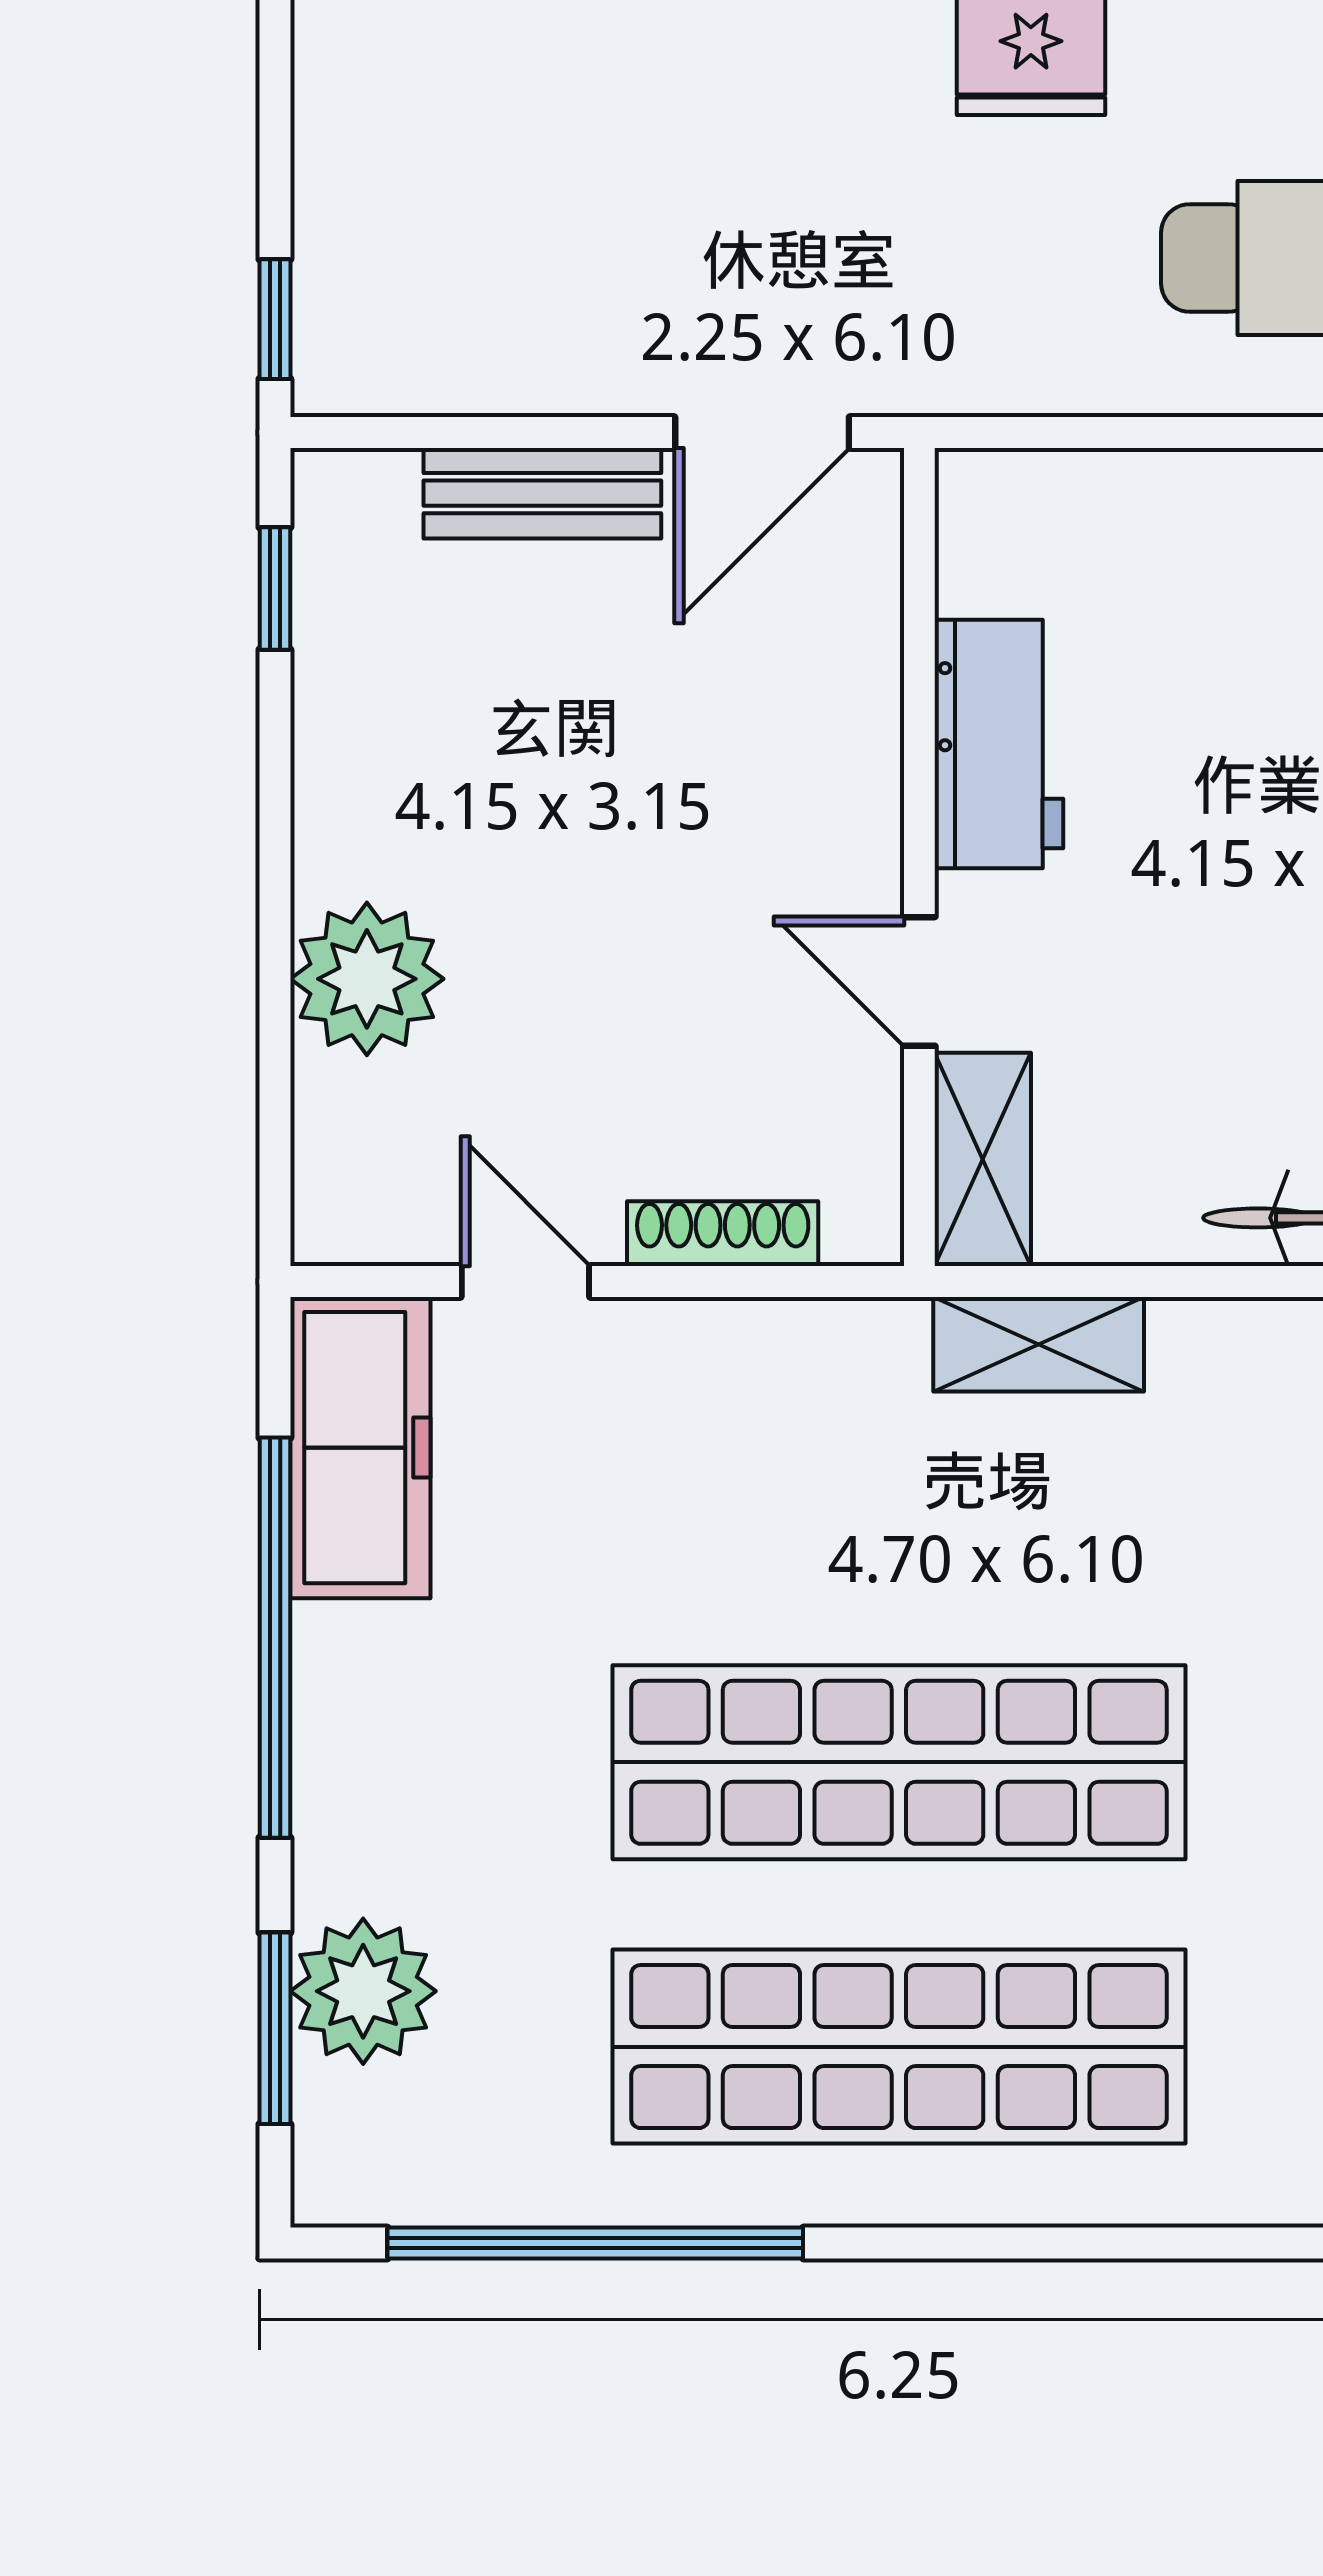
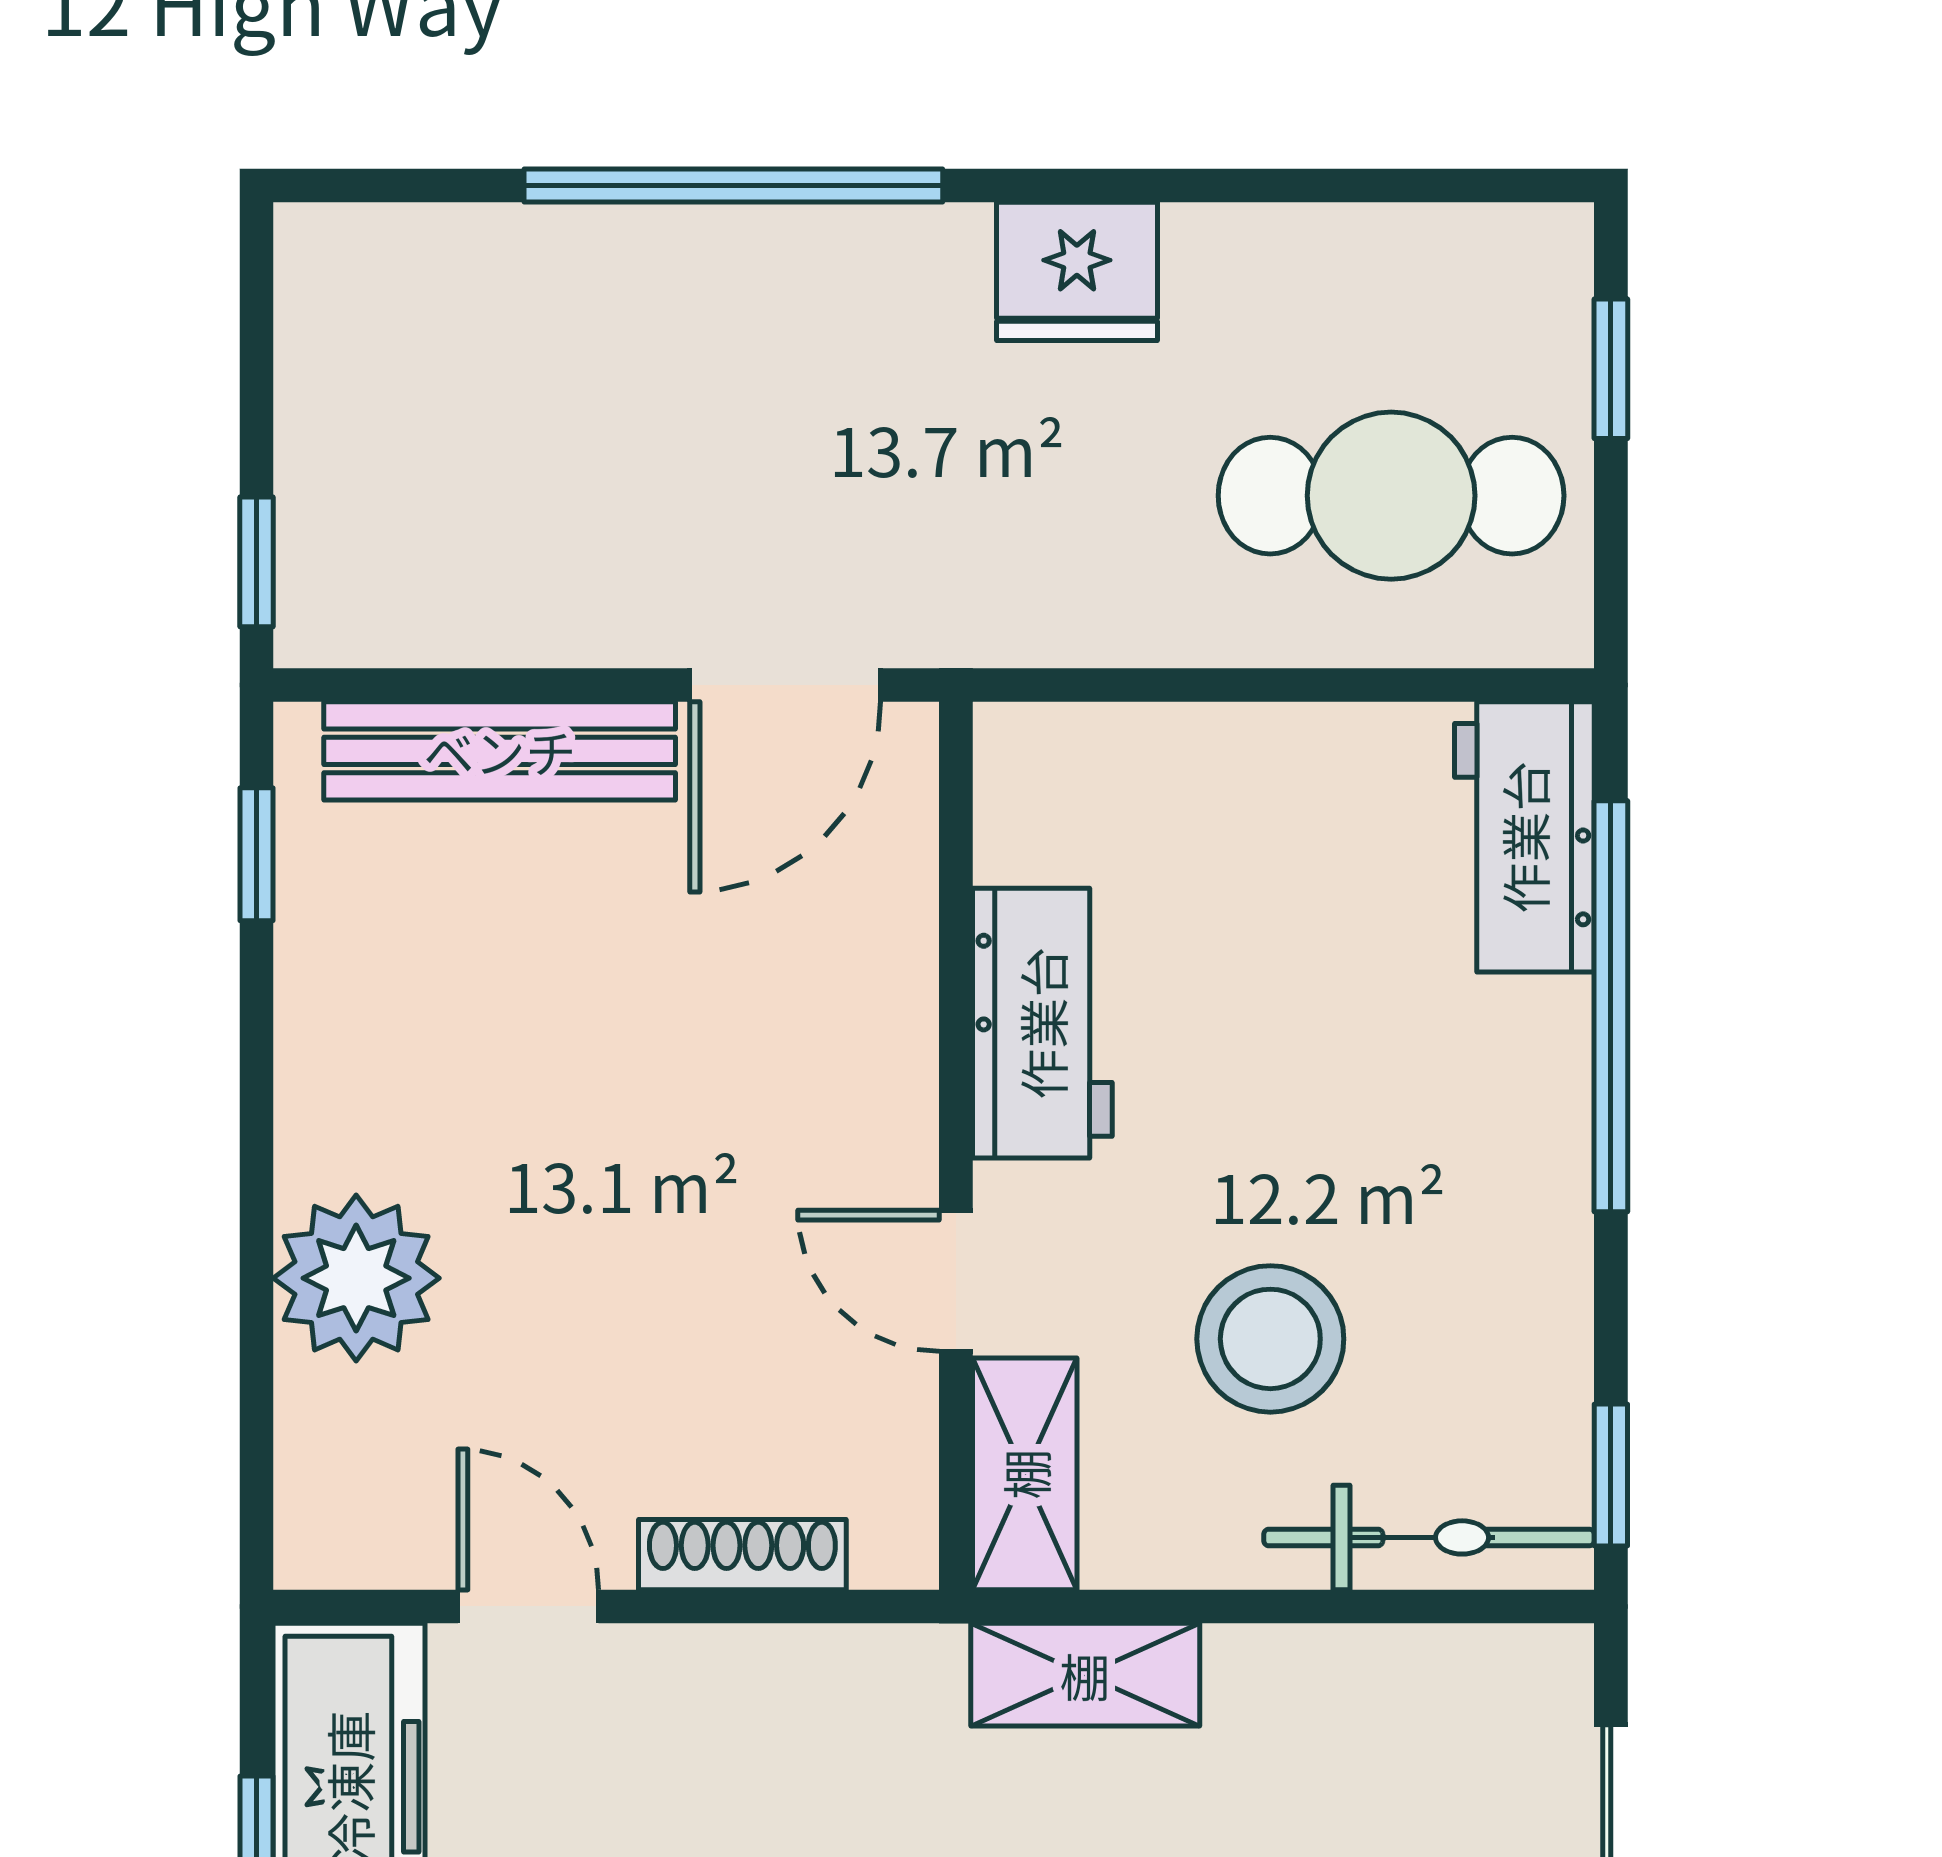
bench: (542, 493) -> (500, 751), width x1.36
stool: (1209, 1035) -> (1270, 1339), added

